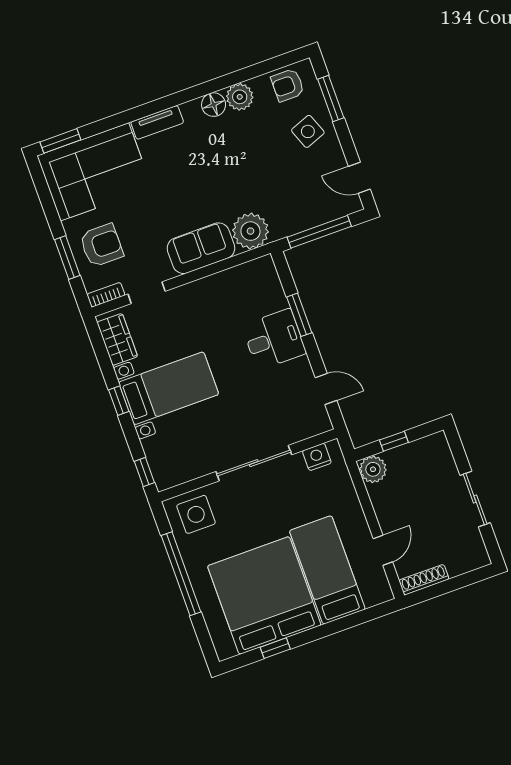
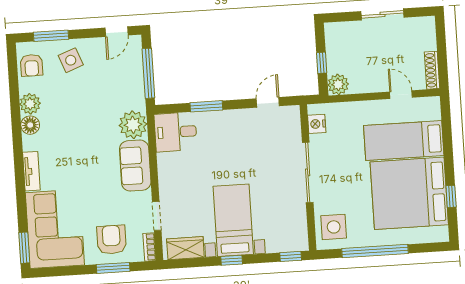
desk: (274, 339) -> (176, 132), moved, turned -90

